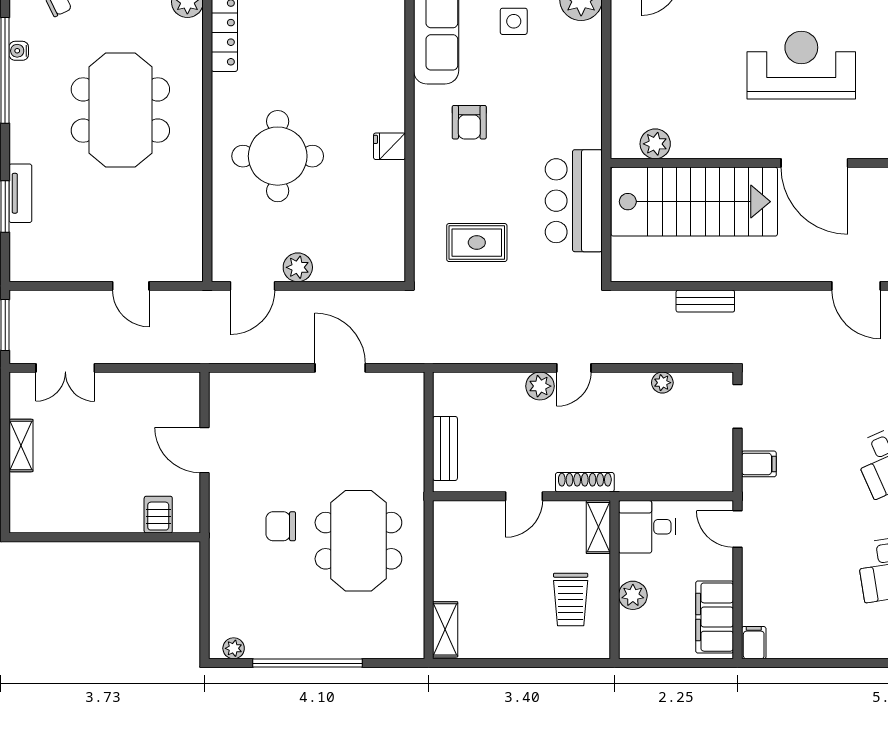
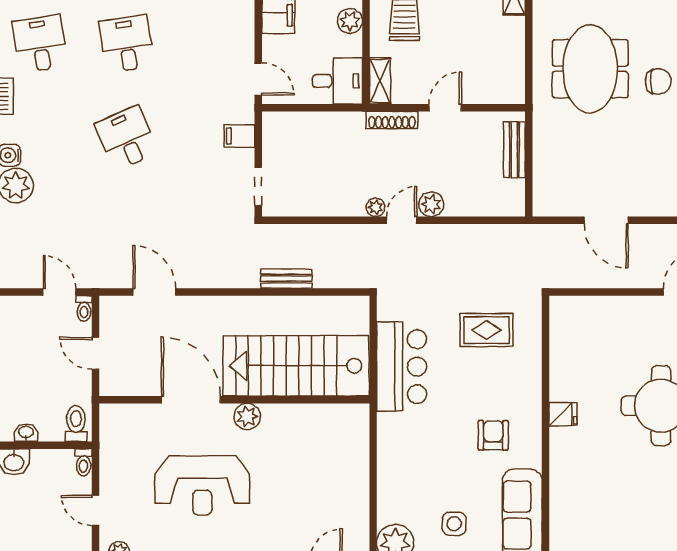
plant: (655, 144) -> (247, 416), moved
plant: (298, 267) -> (643, 308), removed
plant: (662, 383) -> (375, 207), moved

